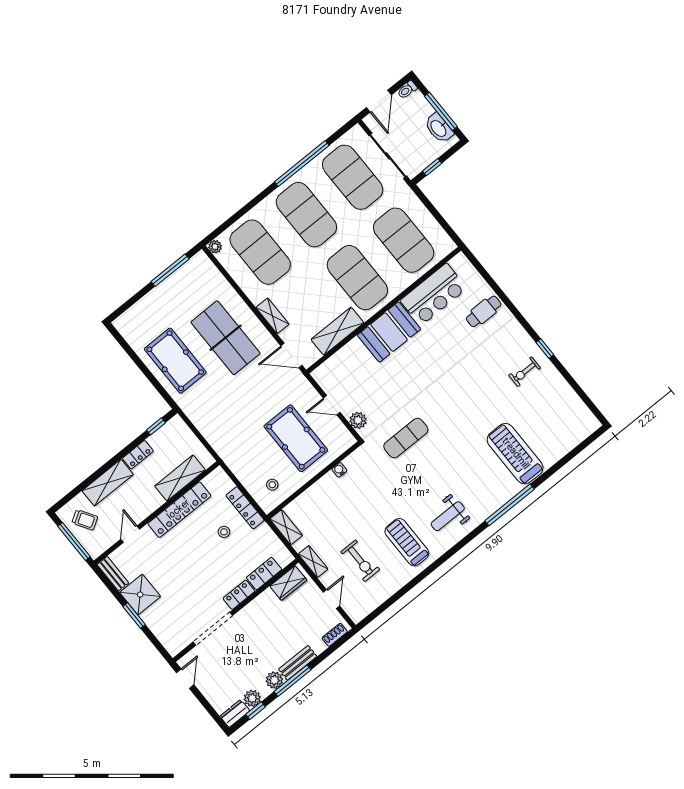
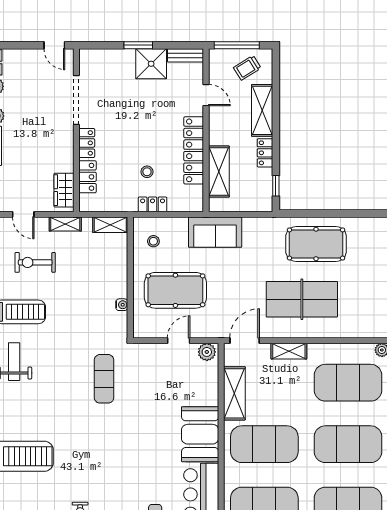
plant: (358, 420) -> (207, 352), moved
sofa: (228, 444) -> (215, 232), added
locker: (245, 508) -> (153, 204), width x0.66

